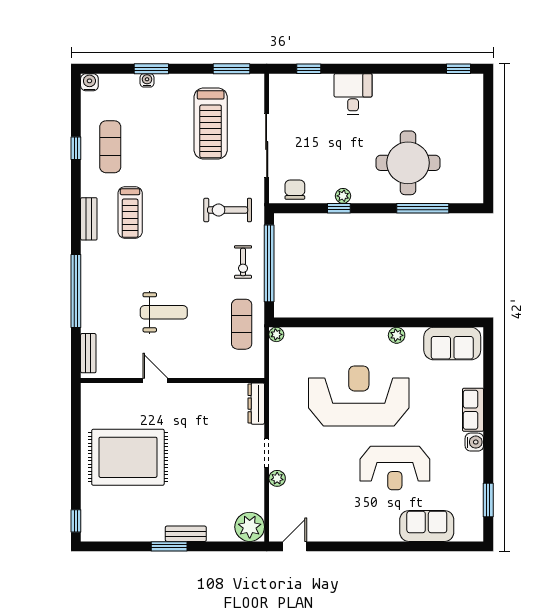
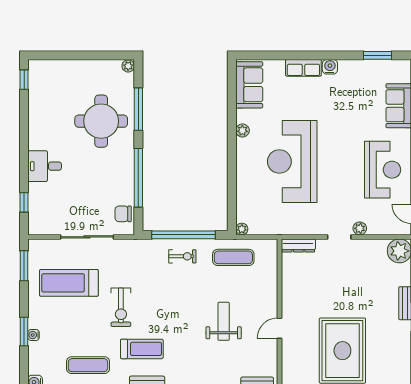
treadmill: (211, 123) -> (69, 283), turned 180
plant: (343, 196) -> (128, 66), moved
window: (339, 208) -> (138, 178), width x3.17
exercise bike: (228, 210) -> (121, 307), moved
reception desk: (395, 468) -> (383, 170), moved

